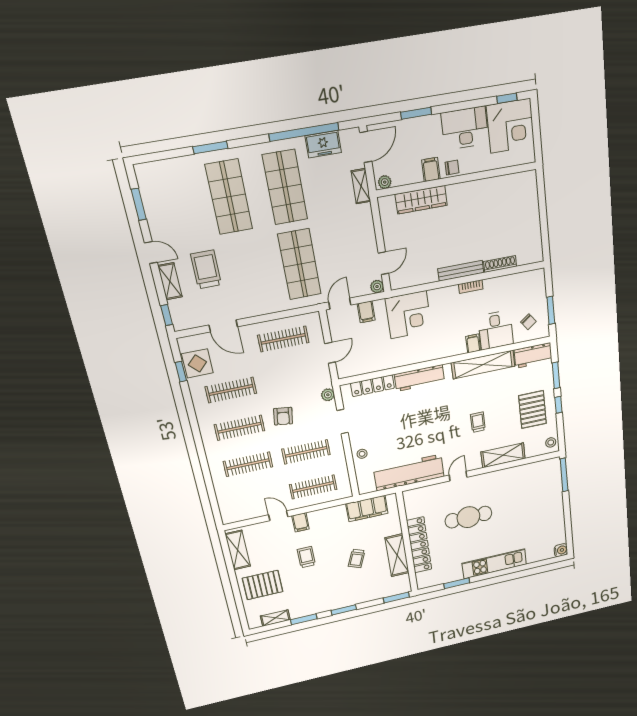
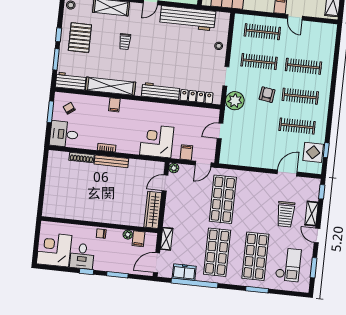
window: (507, 98) -> (86, 271), moved
desk: (465, 128) -> (82, 256), width x0.73
filing cabinet: (431, 170) -> (138, 239), moved
plant: (385, 182) -> (128, 235), moved
checkout: (177, 198) -> (288, 265), added
wardrobe: (421, 200) -> (153, 210), moved, turned -90
door: (223, 326) -> (287, 173), hinge flipped
desk: (496, 330) -> (64, 134), moved, turned -90
clothes rail: (283, 339) -> (250, 151), removed
plant: (328, 395) -> (235, 101), width x1.88, depth x1.88

